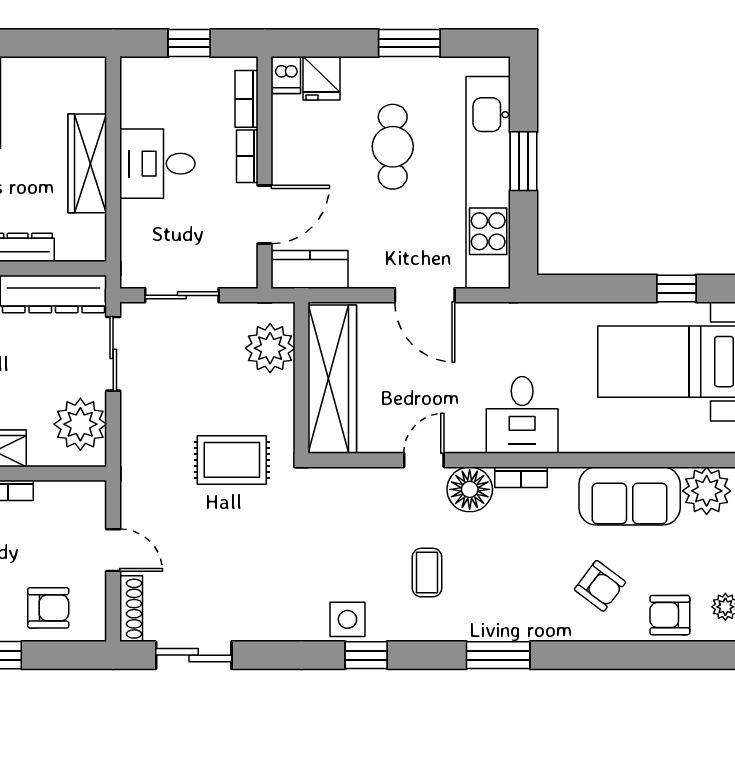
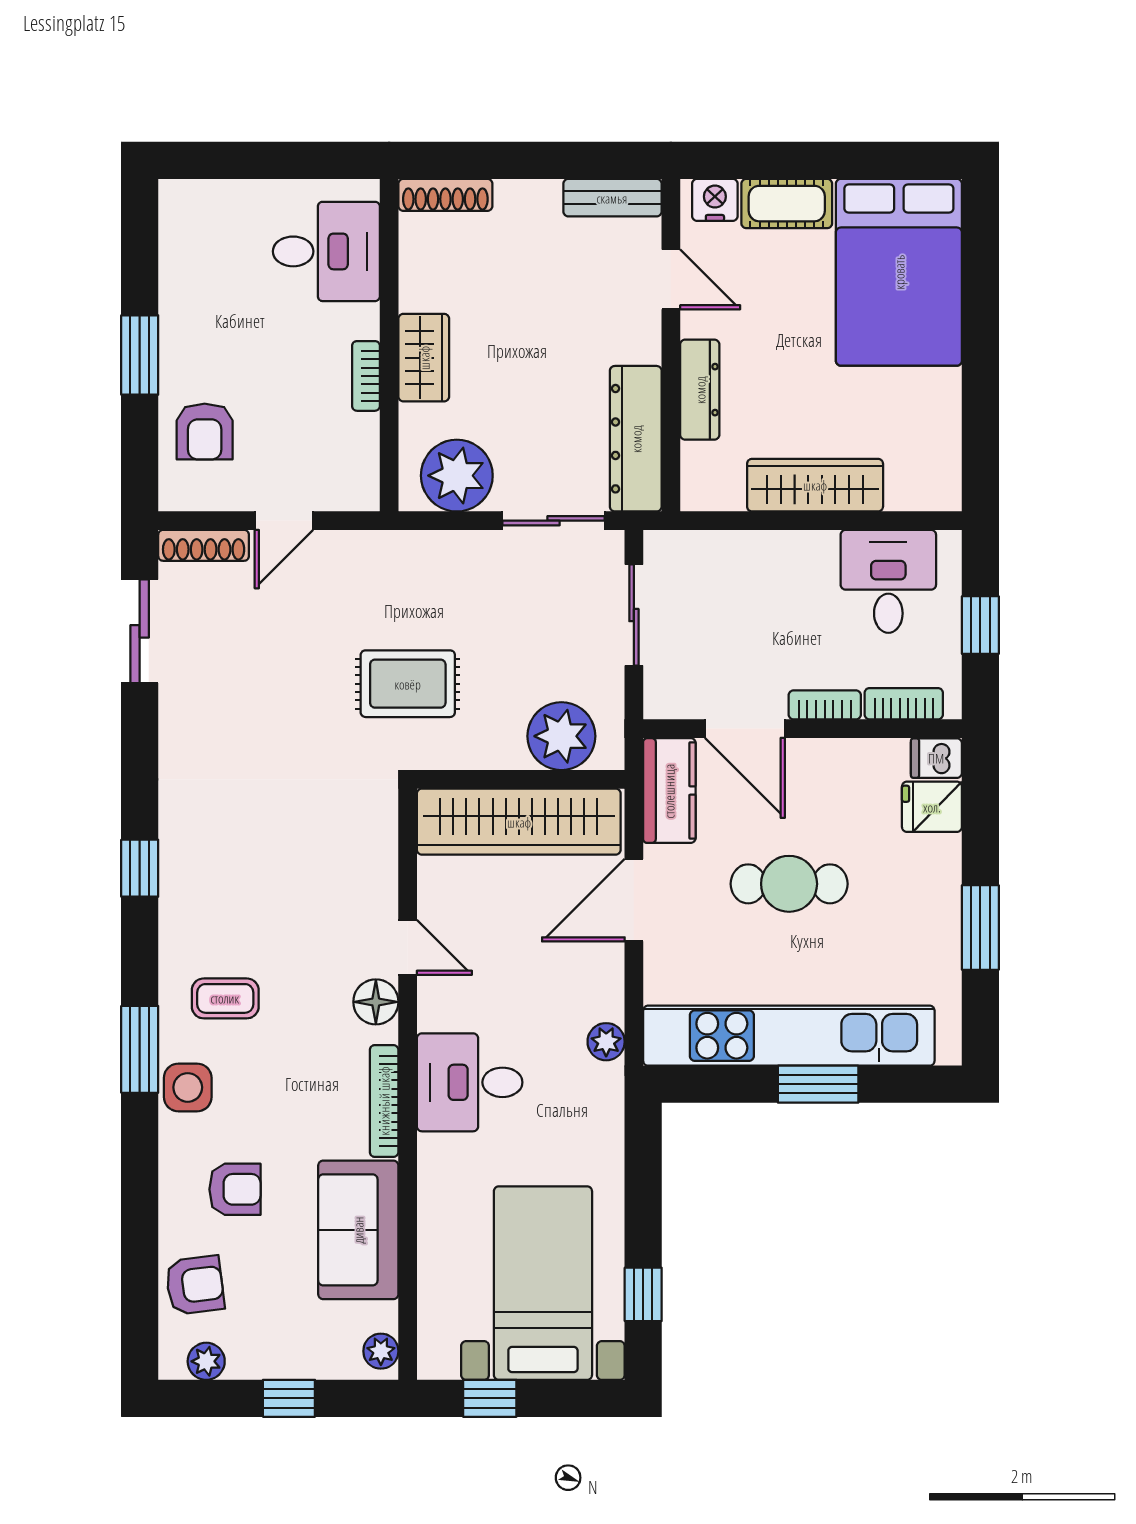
cafe table: (393, 147) -> (789, 884), moved
desk: (157, 164) -> (888, 581), moved
door: (425, 295) -> (634, 900), moved
plant: (493, 316) -> (606, 1042), added
rug: (232, 460) -> (408, 684), turned 90
bookcase: (521, 477) -> (384, 1101), width x1.56
floor lamp: (470, 489) -> (376, 1002), width x0.73, depth x0.73
plant: (707, 491) -> (381, 1351), width x0.53, depth x0.53
coffee table: (427, 573) -> (225, 998), moved
armchair: (600, 586) -> (235, 1189), turned -127
armchair: (670, 615) -> (195, 1285), turned 83
side table: (347, 619) -> (188, 1087), moved

